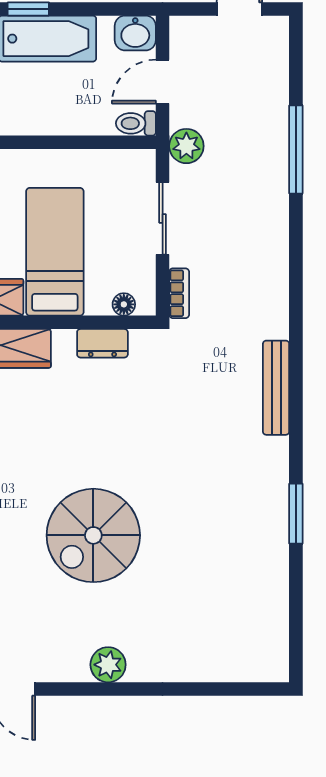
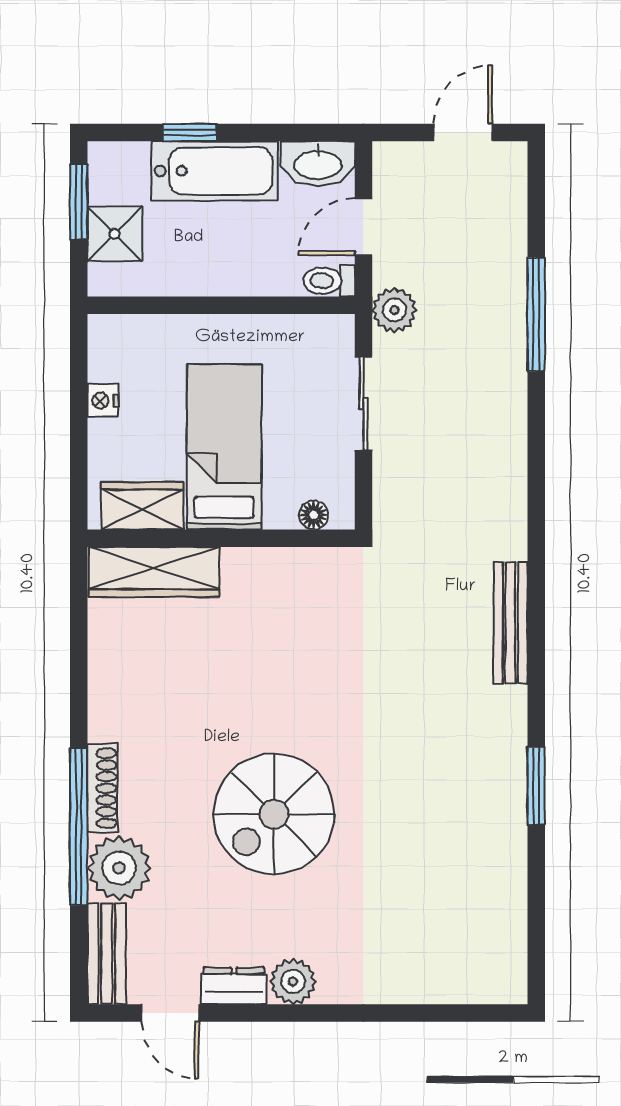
washbasin: (135, 33) -> (318, 164), width x1.38
bookcase: (179, 293) -> (385, 501), removed
dresser: (102, 343) -> (234, 986), moved, turned 180

